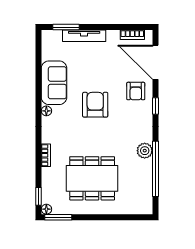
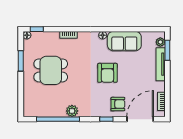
plant: (55, 36) -> (160, 42), added
armchair: (136, 91) -> (118, 104), turned 180
armchair: (95, 105) -> (107, 73), turned 90
dining table: (92, 178) -> (51, 70), width x0.73
window: (58, 217) -> (21, 61), moved

